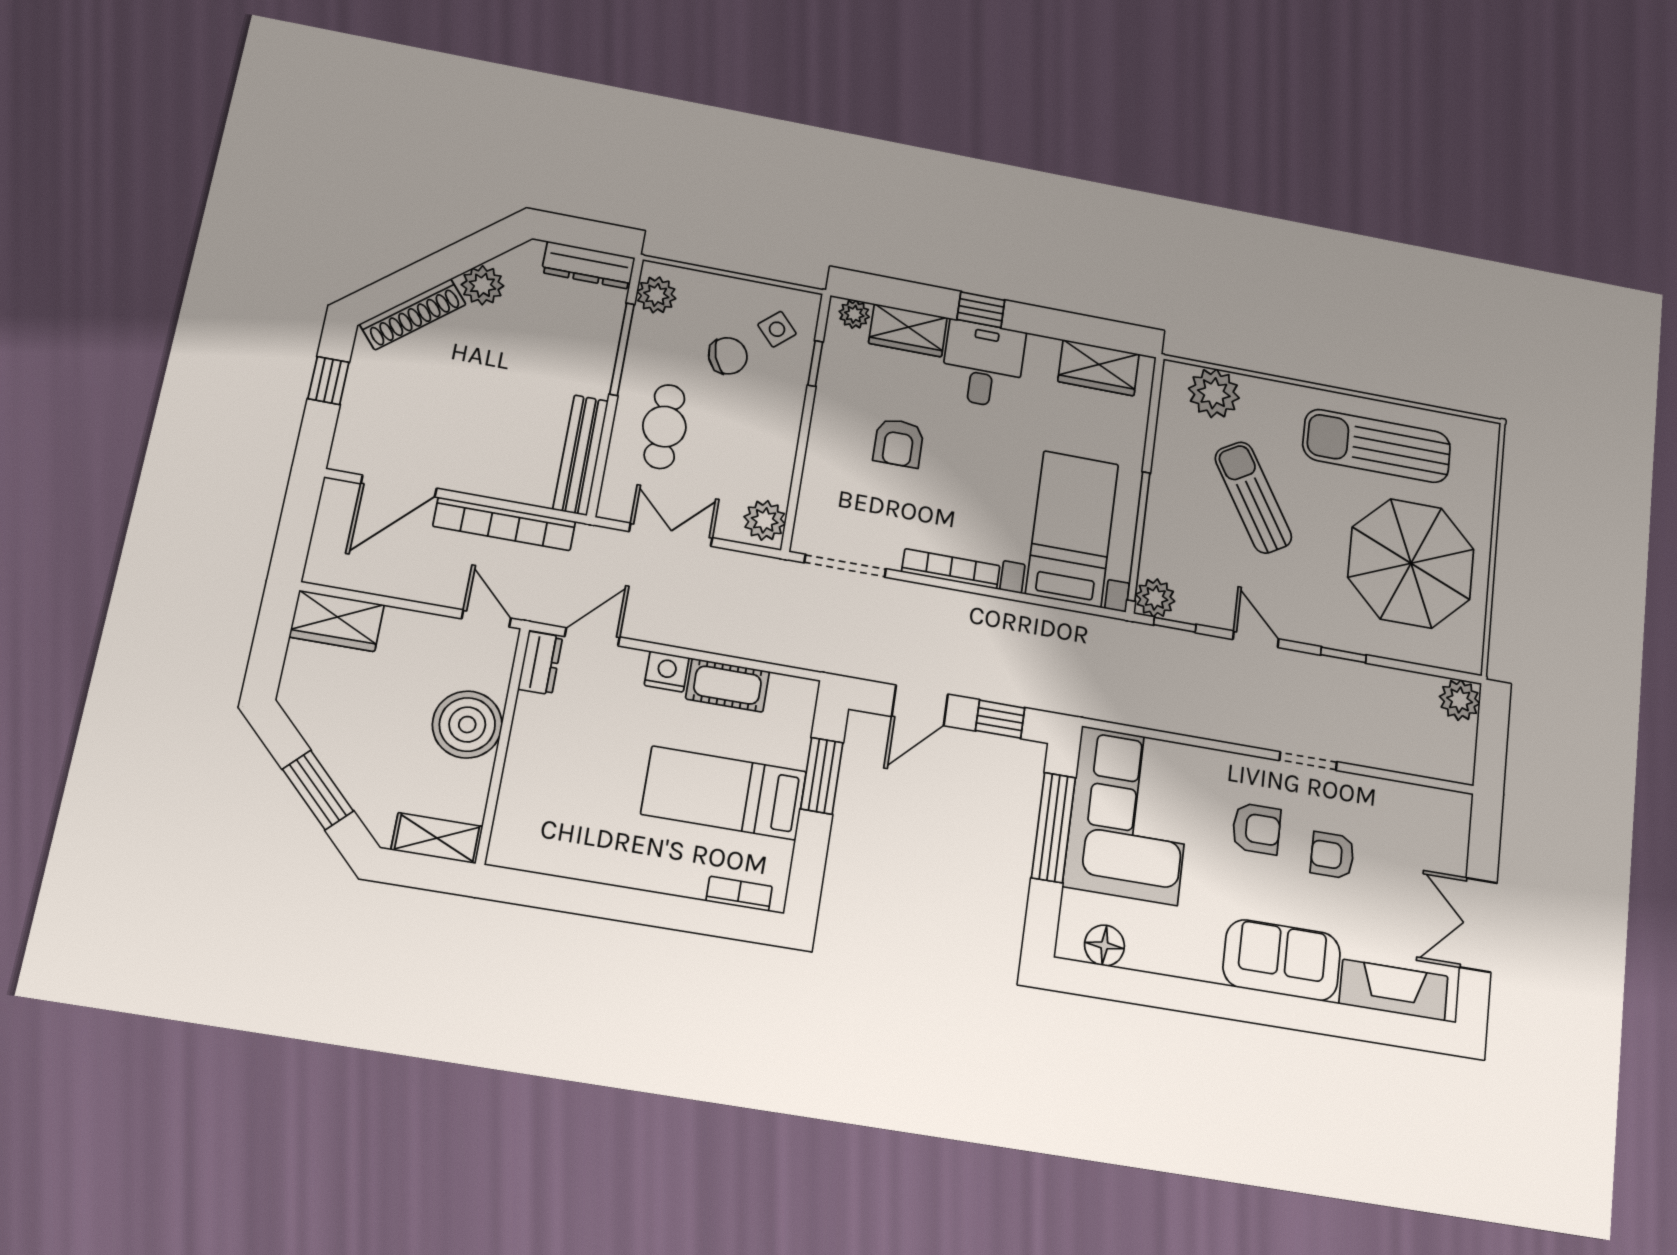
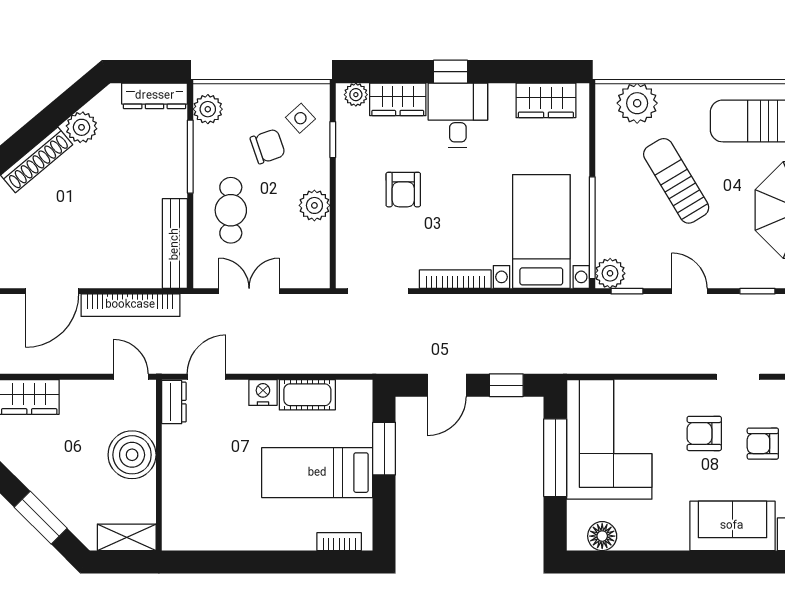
plant: (765, 520) -> (314, 205), moved
armchair: (1256, 829) -> (704, 433), turned 180

